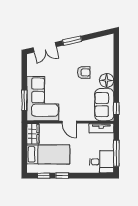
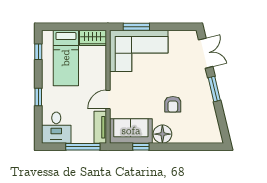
double door: (45, 47) -> (206, 53), swing flipped
window: (116, 108) -> (141, 147), moved
door: (69, 122) -> (108, 99), moved
window: (116, 153) -> (83, 147), moved
window: (62, 176) -> (38, 97), moved

